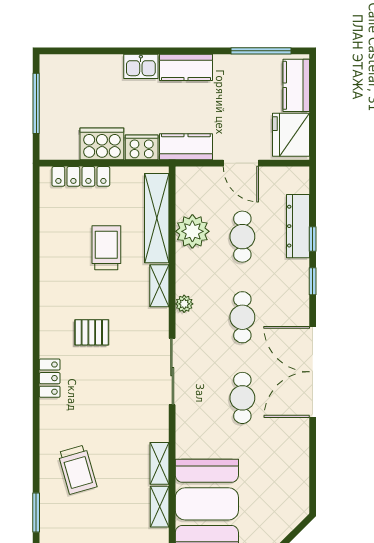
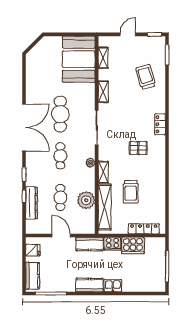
fridge: (291, 135) -> (33, 250), width x0.53, depth x0.75
cafe table: (242, 398) -> (60, 114), width x1.37, depth x1.35
shelving: (160, 463) -> (103, 92), moved

